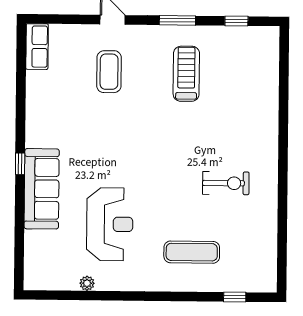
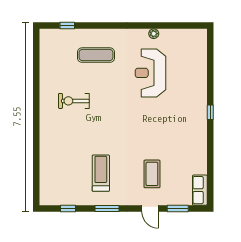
window: (71, 19) -> (178, 208), added
treadmill: (186, 74) -> (101, 173), turned 180
sofa: (42, 189) -> (196, 96), removed
plant: (87, 283) -> (154, 34), moved

